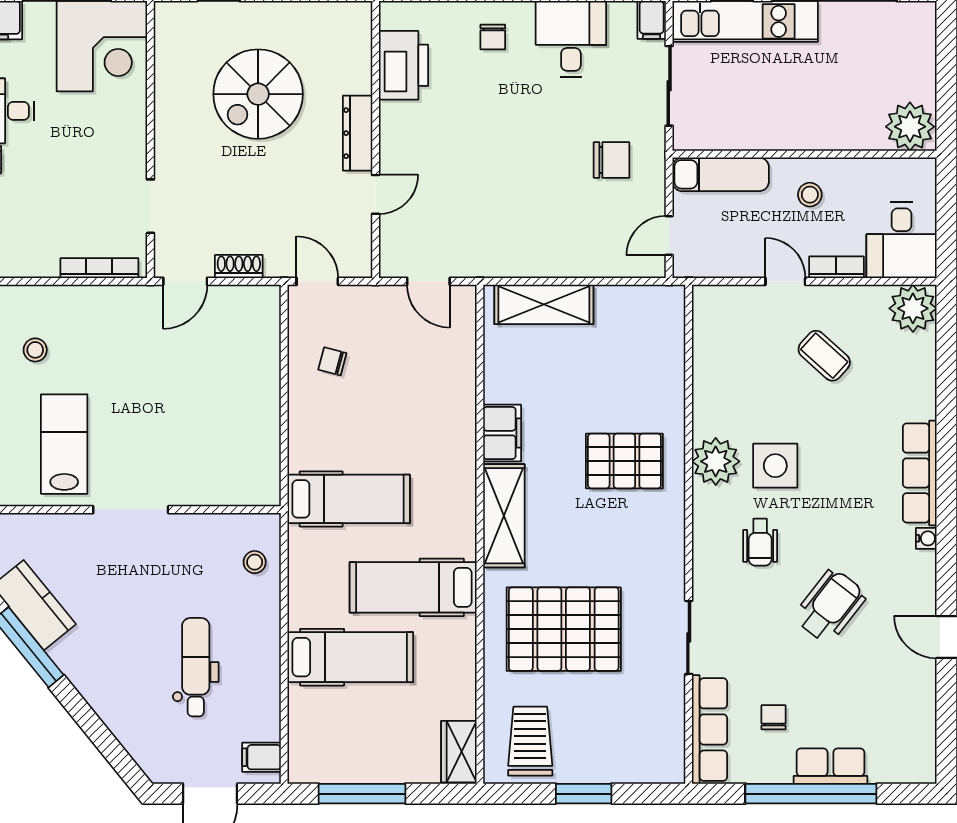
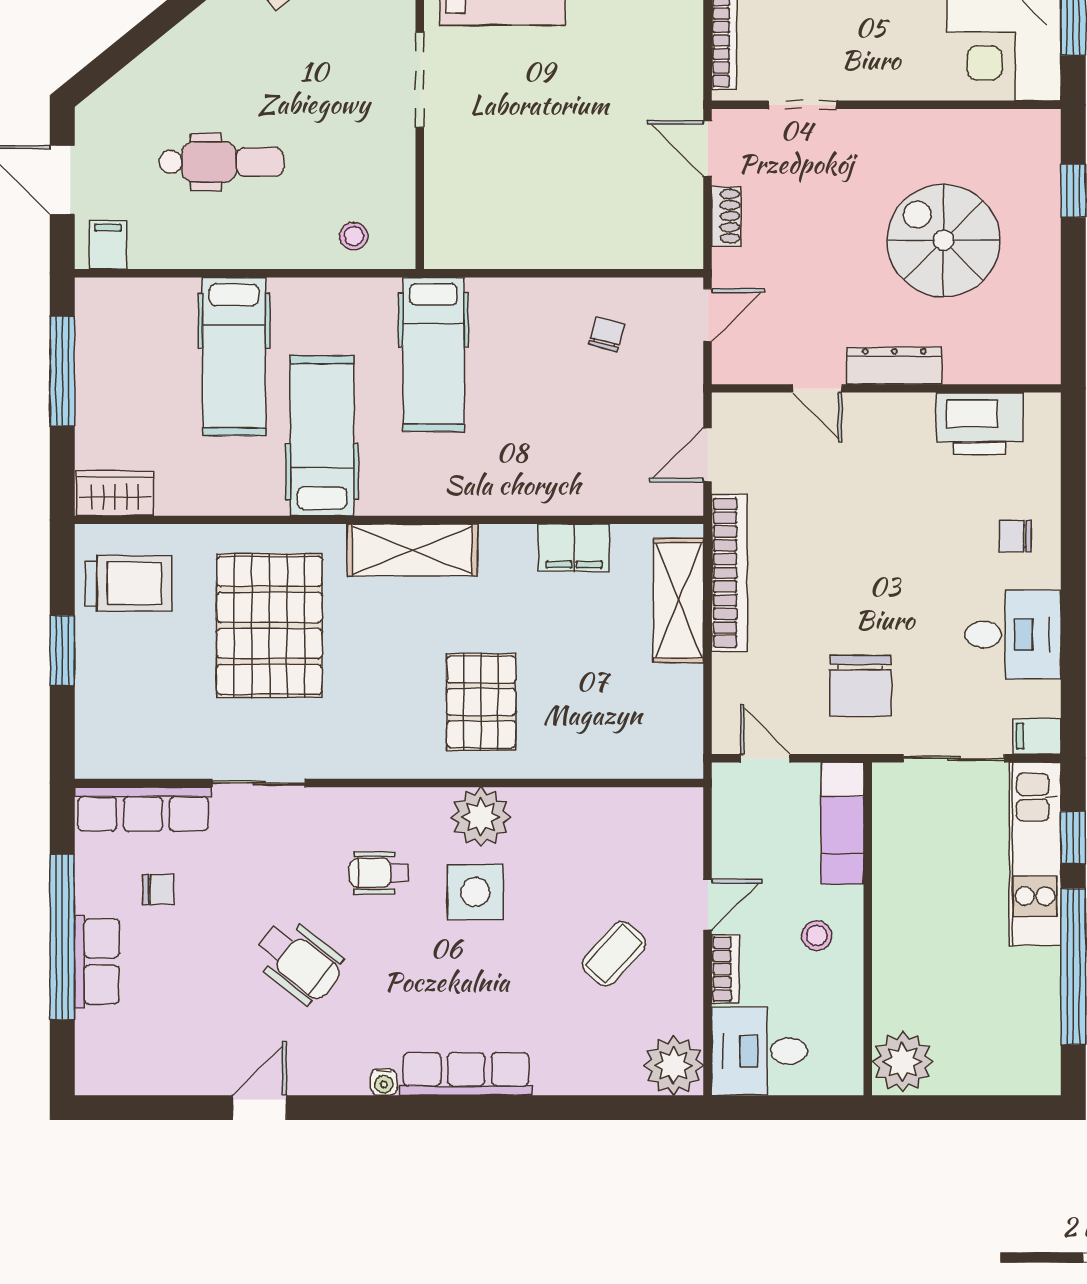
chair: (612, 160) -> (860, 686), width x1.37, depth x1.37
bookcase: (522, 264) -> (729, 573), added
filing cabinet: (502, 433) -> (574, 548), moved

